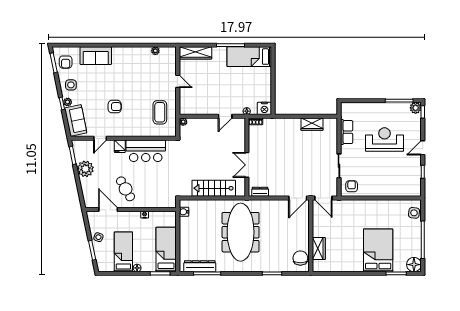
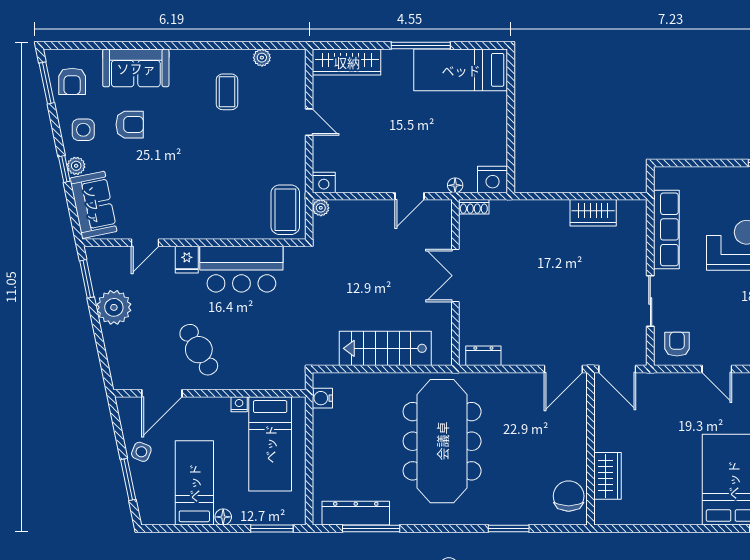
coffee table: (139, 67) -> (227, 92), added
armchair: (115, 107) -> (130, 125), moved
nightstand: (185, 110) -> (324, 182), added
coffee table: (160, 112) -> (285, 210), moved
row of seats: (347, 132) -> (666, 229), width x1.48
double door: (247, 165) -> (455, 276), moved
door: (370, 198) -> (717, 369), added
door: (108, 210) -> (162, 393), swing flipped
bed: (166, 249) -> (270, 444), moved, turned 180

